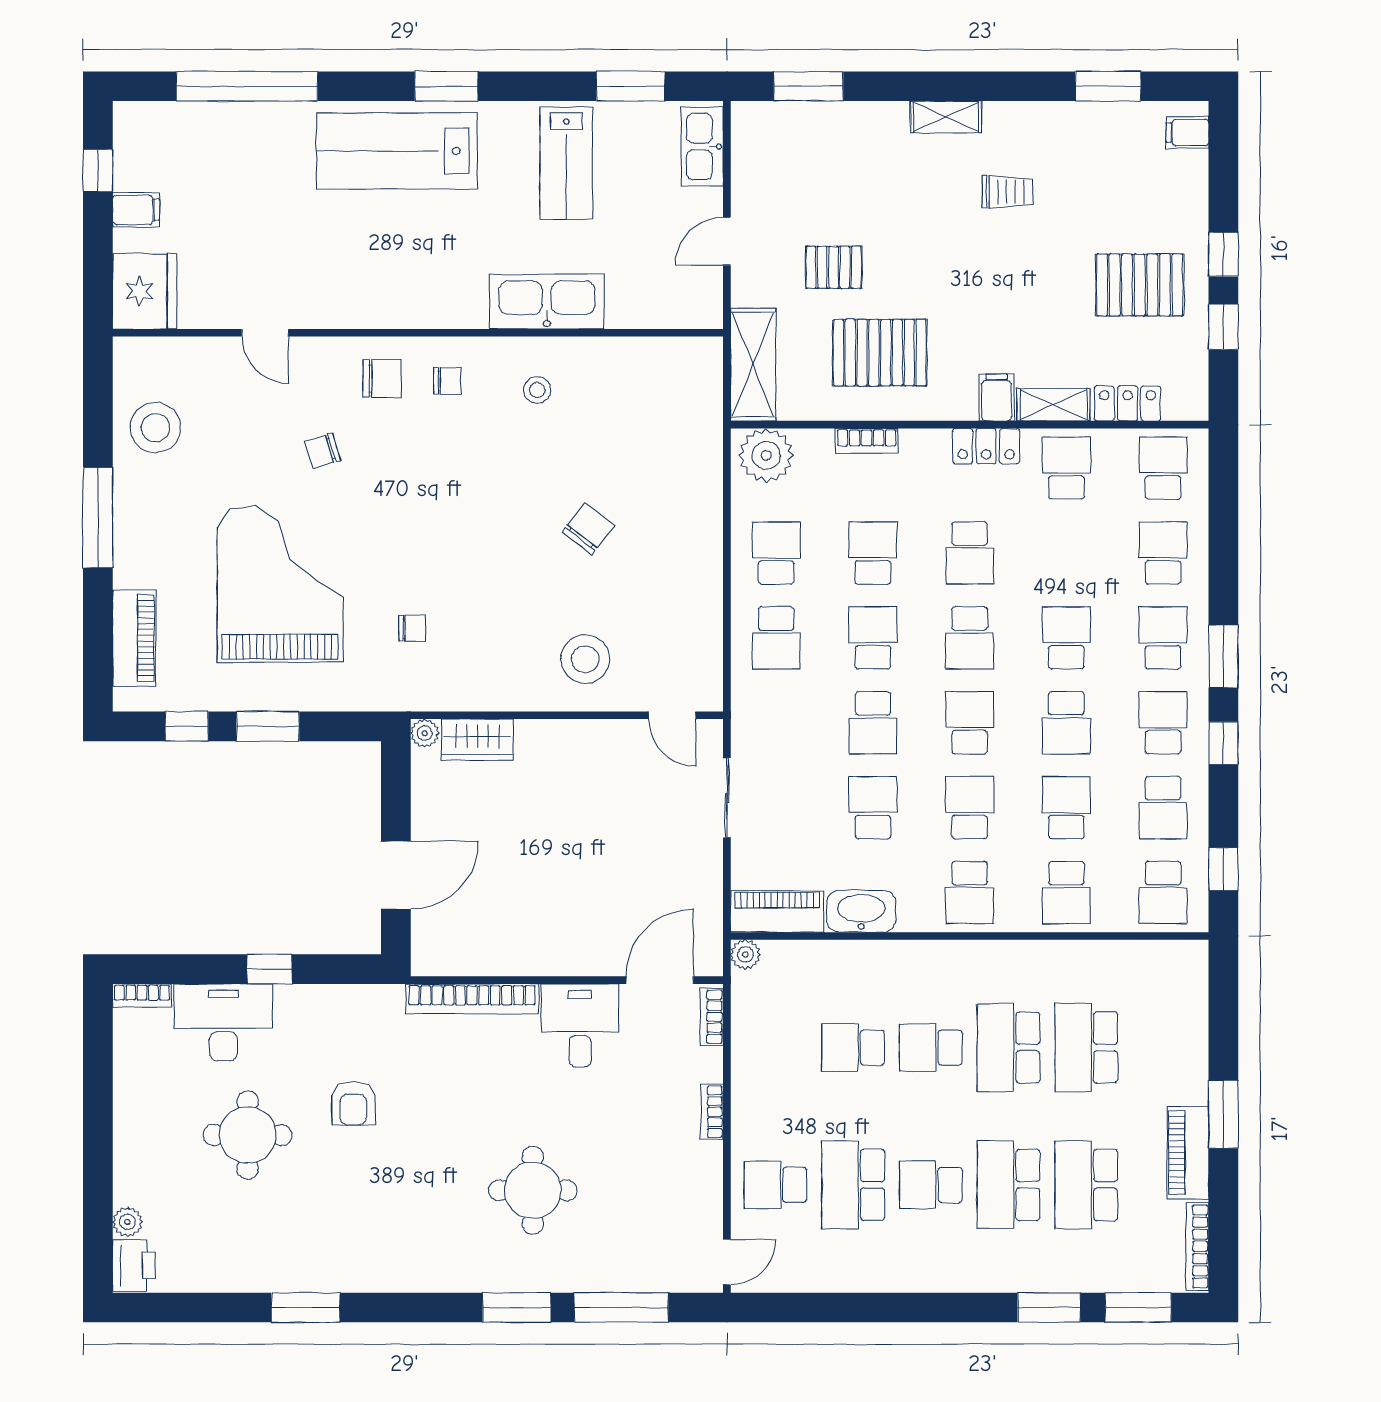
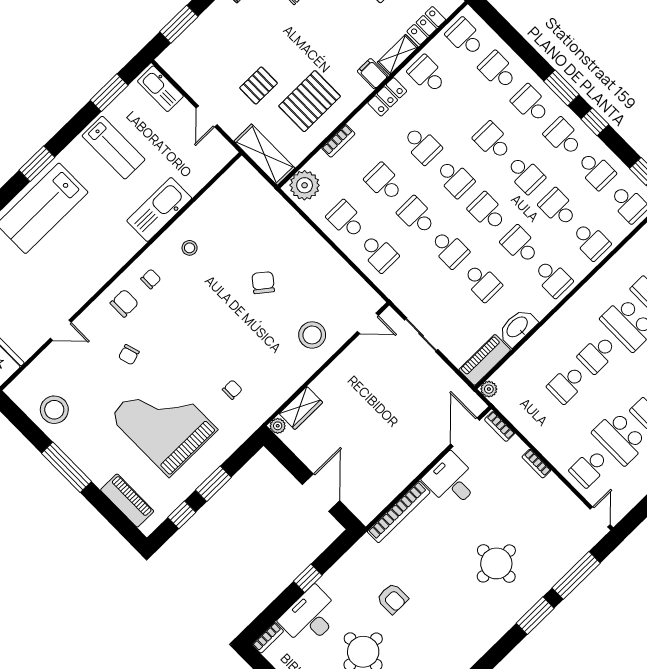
school desk: (873, 808) -> (482, 282), turned 180

